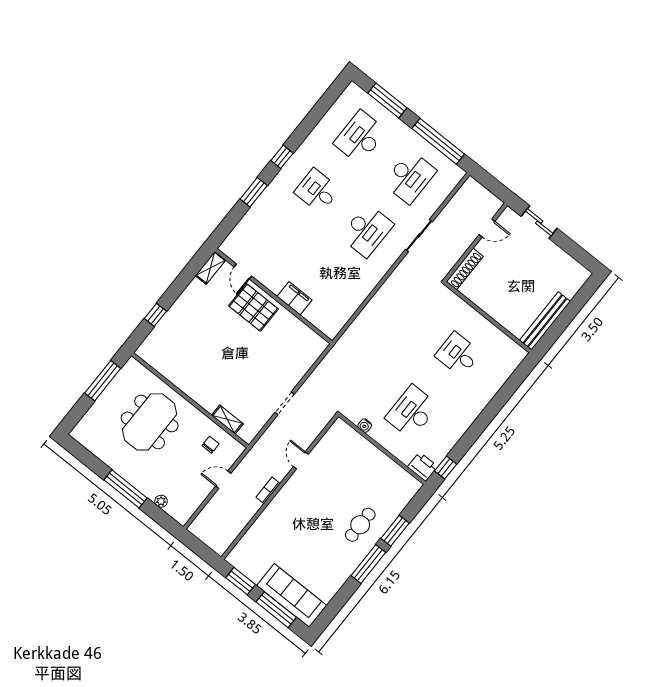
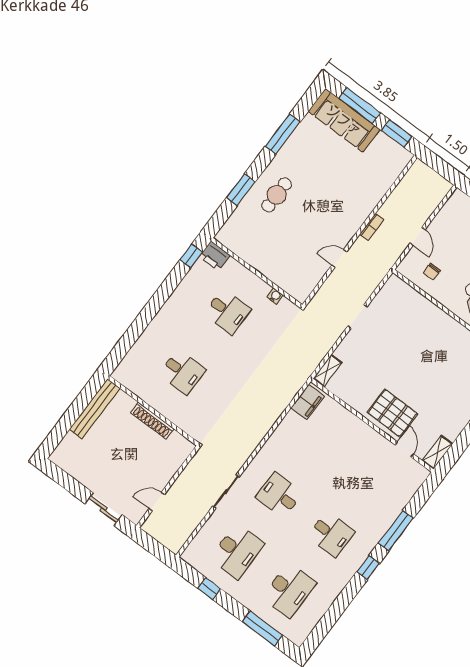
window: (438, 141) -> (209, 589), width x0.32
desk: (410, 177) -> (237, 551), turned 180
window: (254, 192) -> (396, 531), width x1.44
desk: (367, 231) -> (279, 495), width x0.73
shoe rack: (465, 269) -> (152, 421), moved, turned -90
filing cabinet: (295, 298) -> (308, 402), moved, turned -90
desk: (412, 412) -> (227, 312), width x0.73
shelving: (227, 420) -> (327, 371), moved, turned 90
door: (301, 460) -> (339, 259), swing flipped
door: (223, 480) -> (418, 236), hinge flipped
window: (368, 564) -> (283, 134), moved

